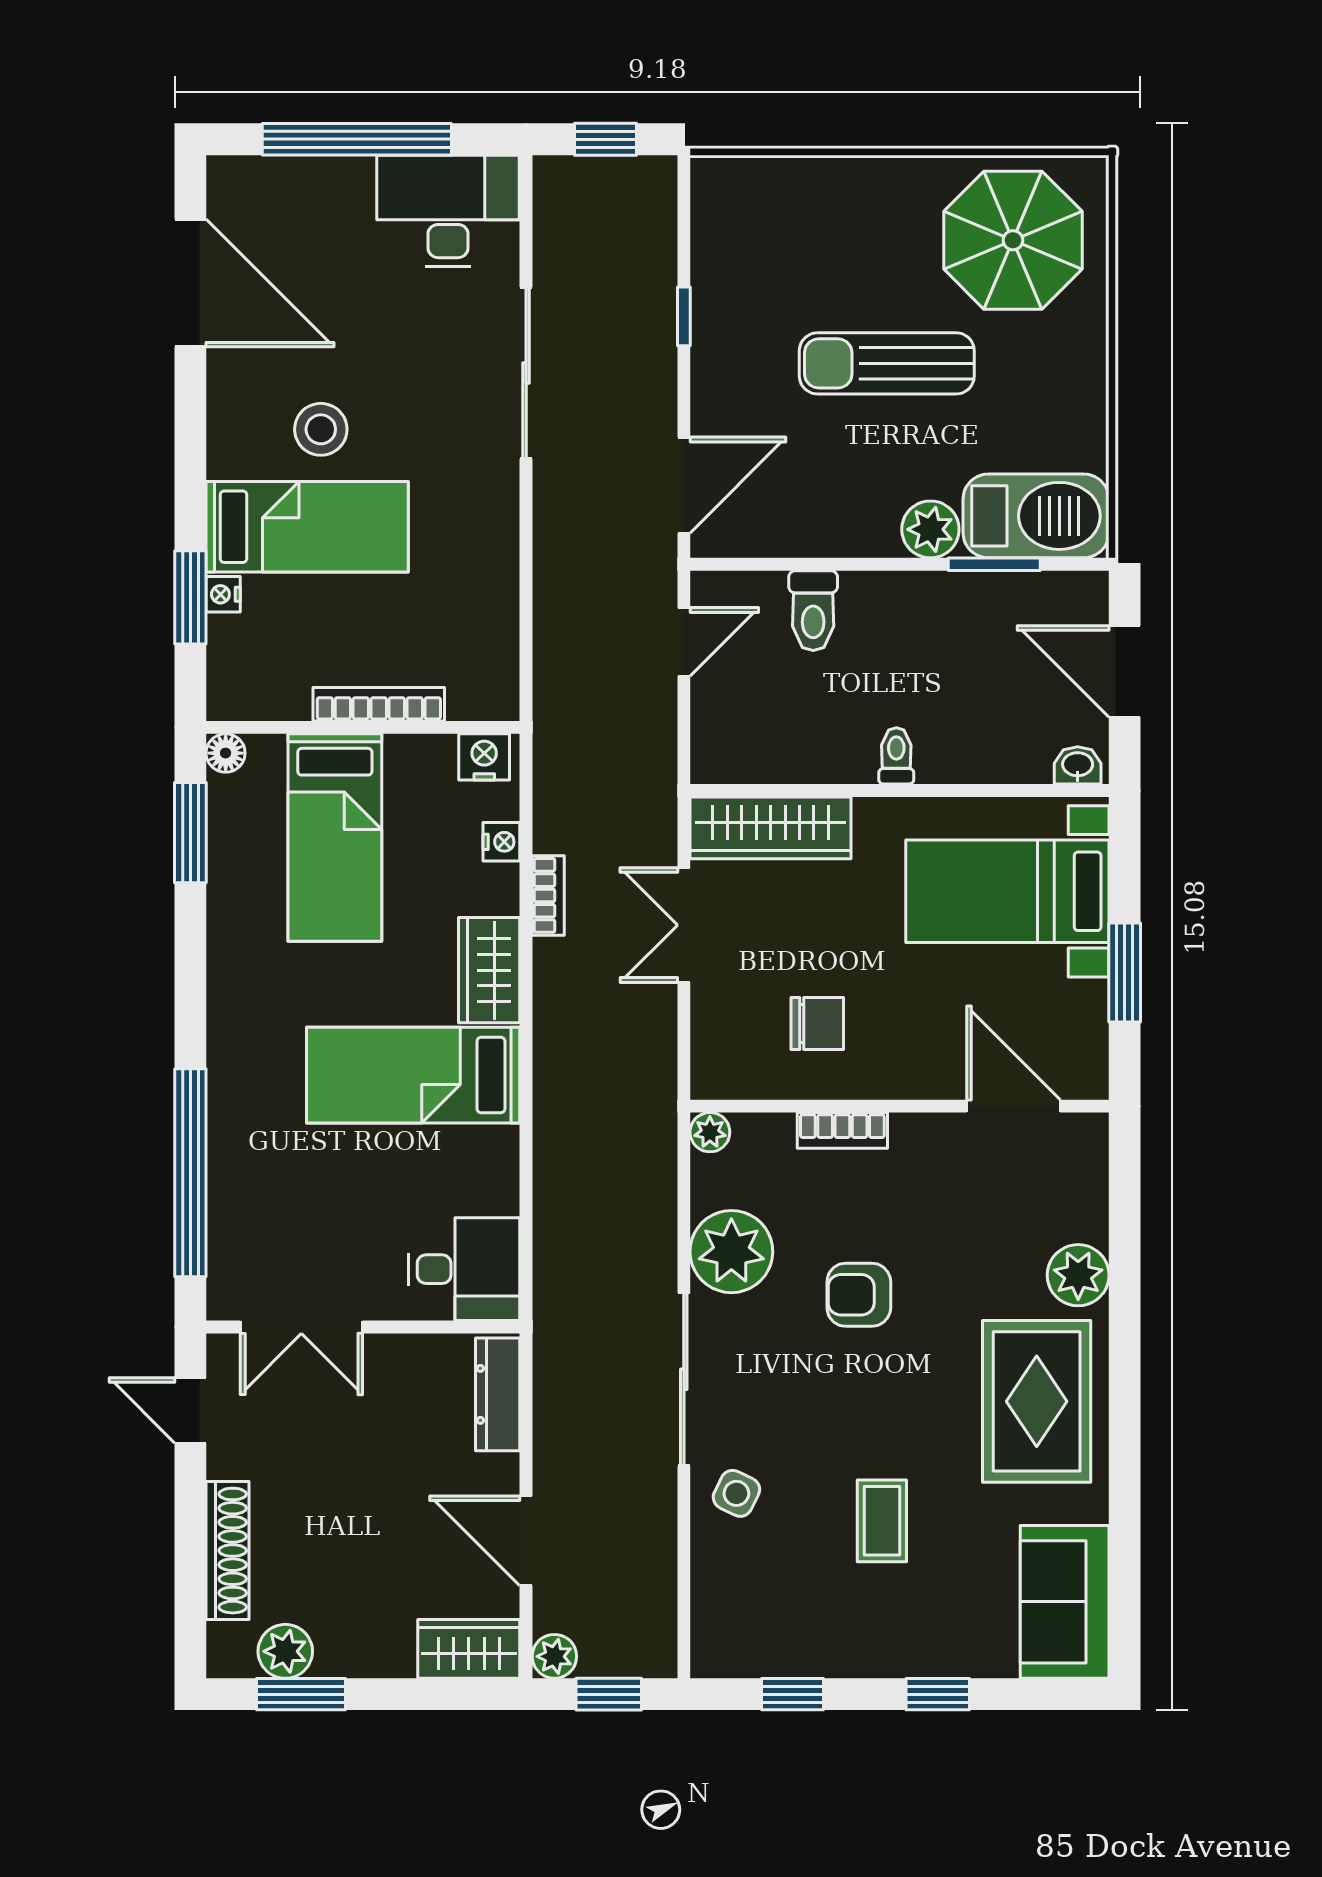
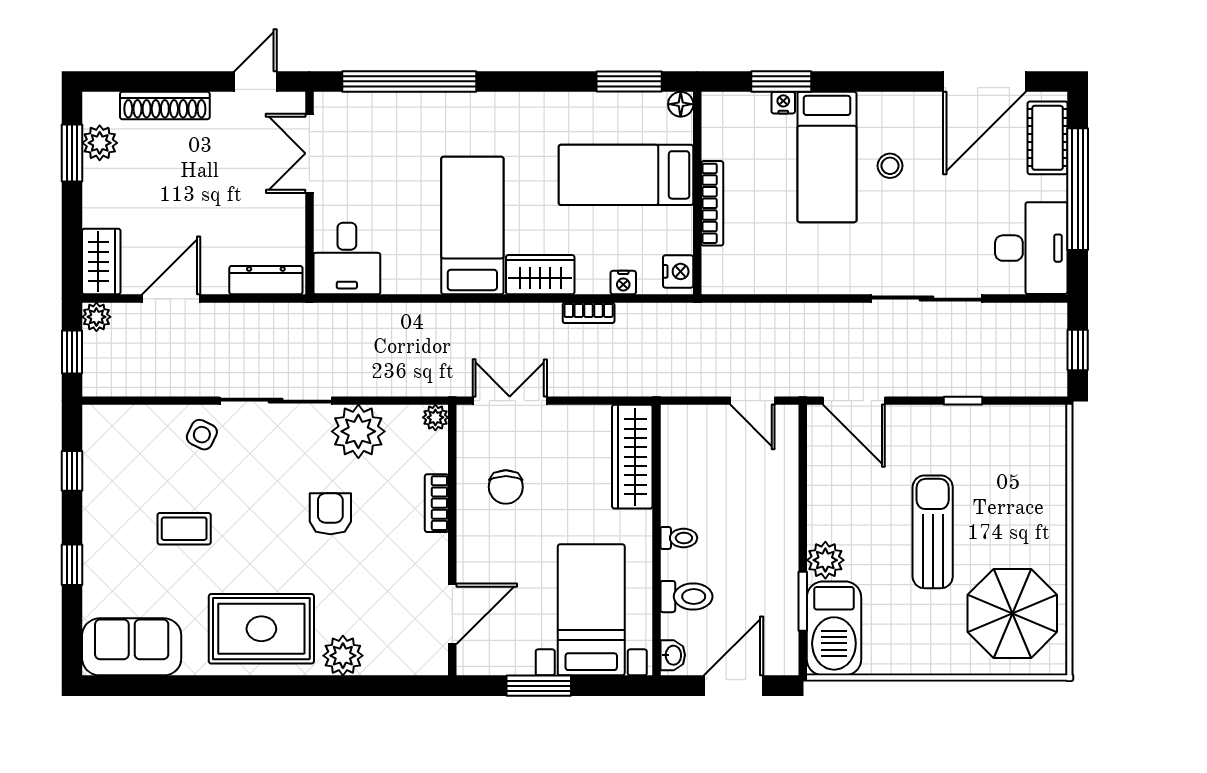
cot: (278, 186) -> (1048, 138), added
stool: (321, 429) -> (890, 166), width x0.73, depth x0.73
toilet: (813, 611) -> (686, 597), moved, turned 180
double door: (684, 925) -> (510, 401), moved

